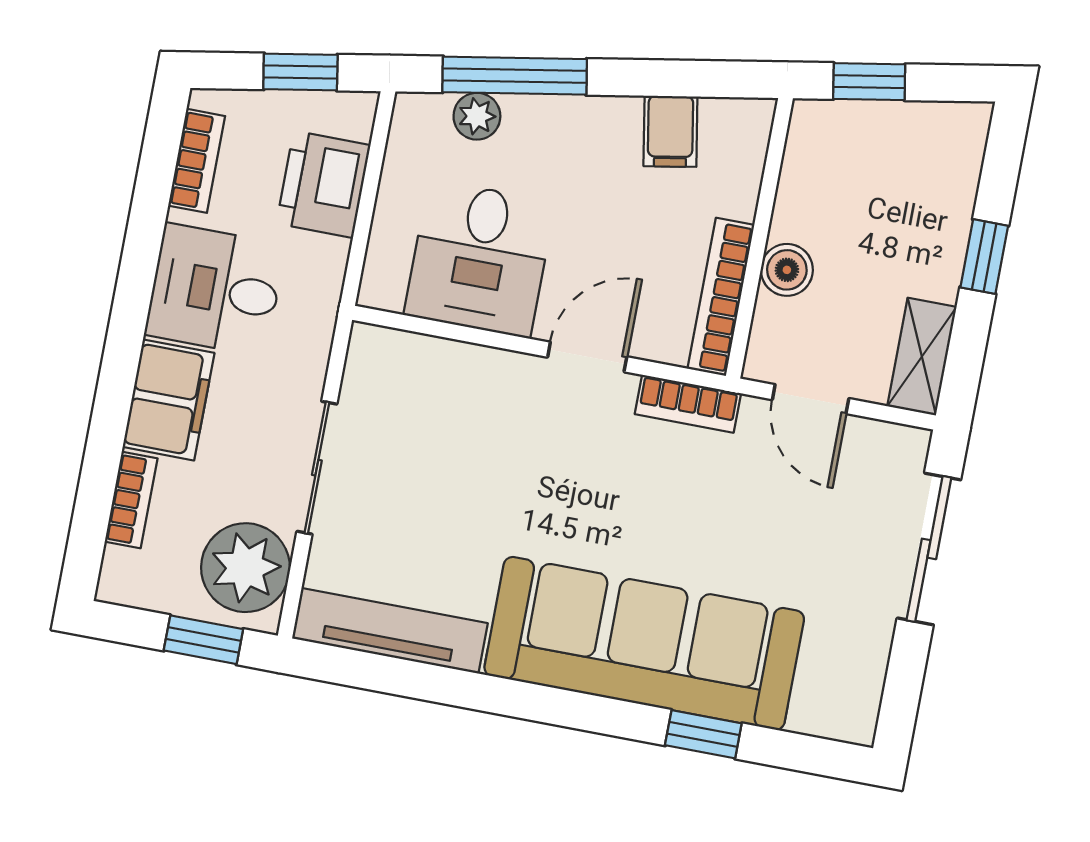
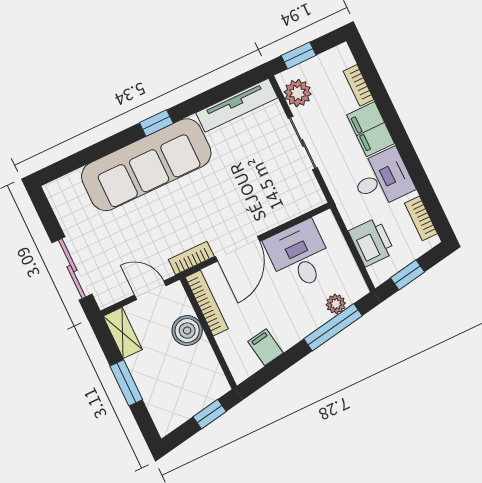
window: (984, 257) -> (126, 383), width x1.50
boiler: (787, 270) -> (187, 331), width x1.36, depth x1.36
door: (587, 357) -> (238, 249), width x1.38
plant: (246, 568) -> (298, 93), width x0.73, depth x0.73
window: (703, 734) -> (156, 123), moved

